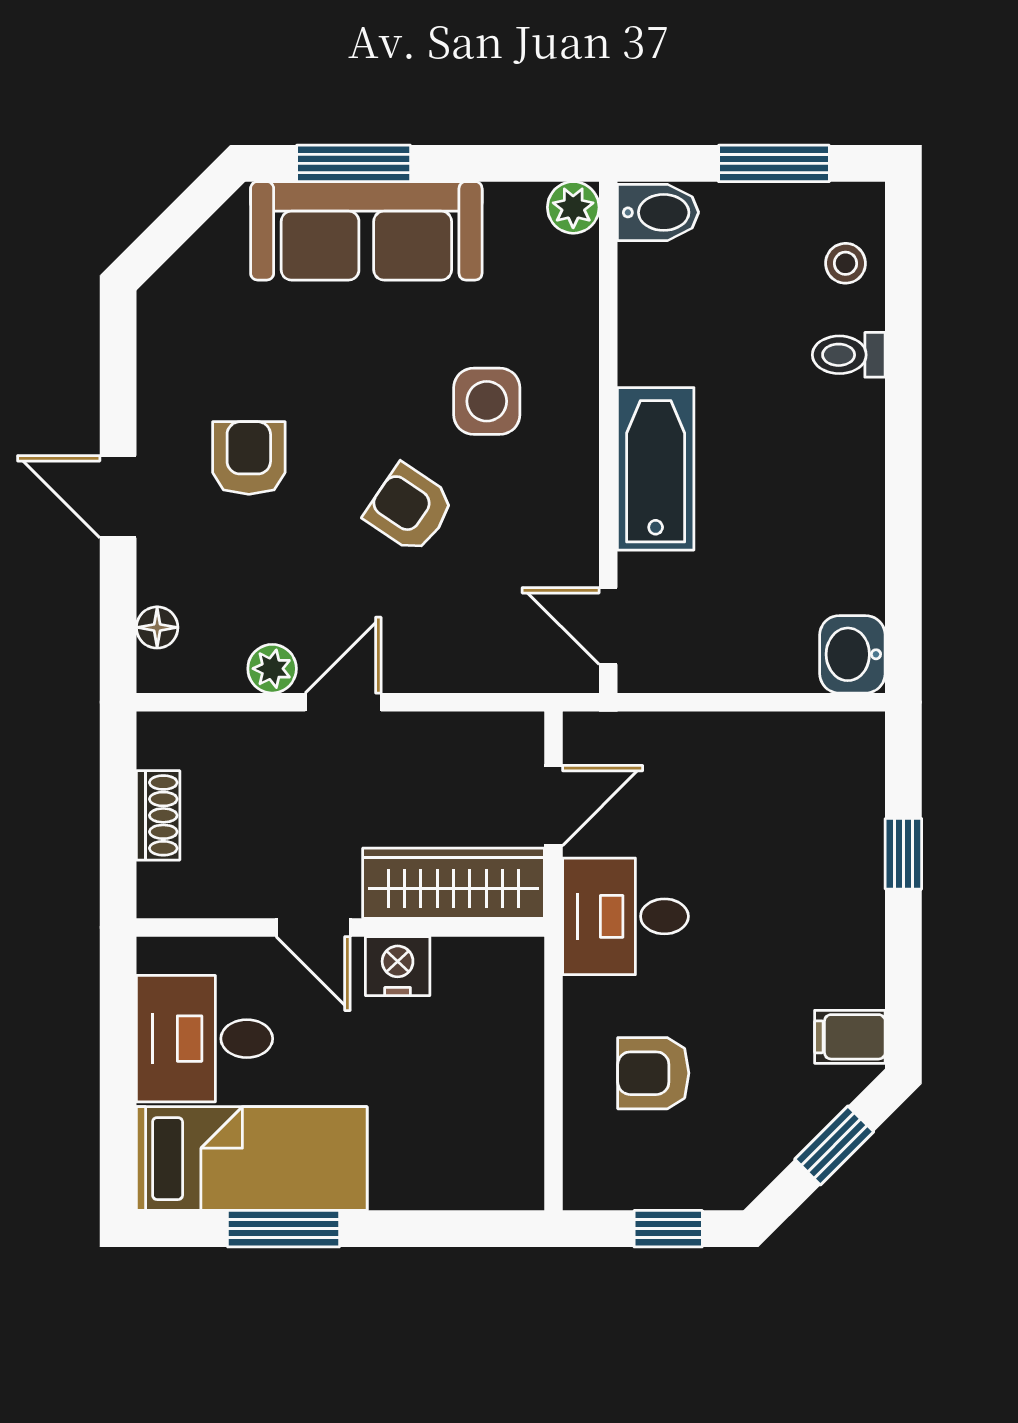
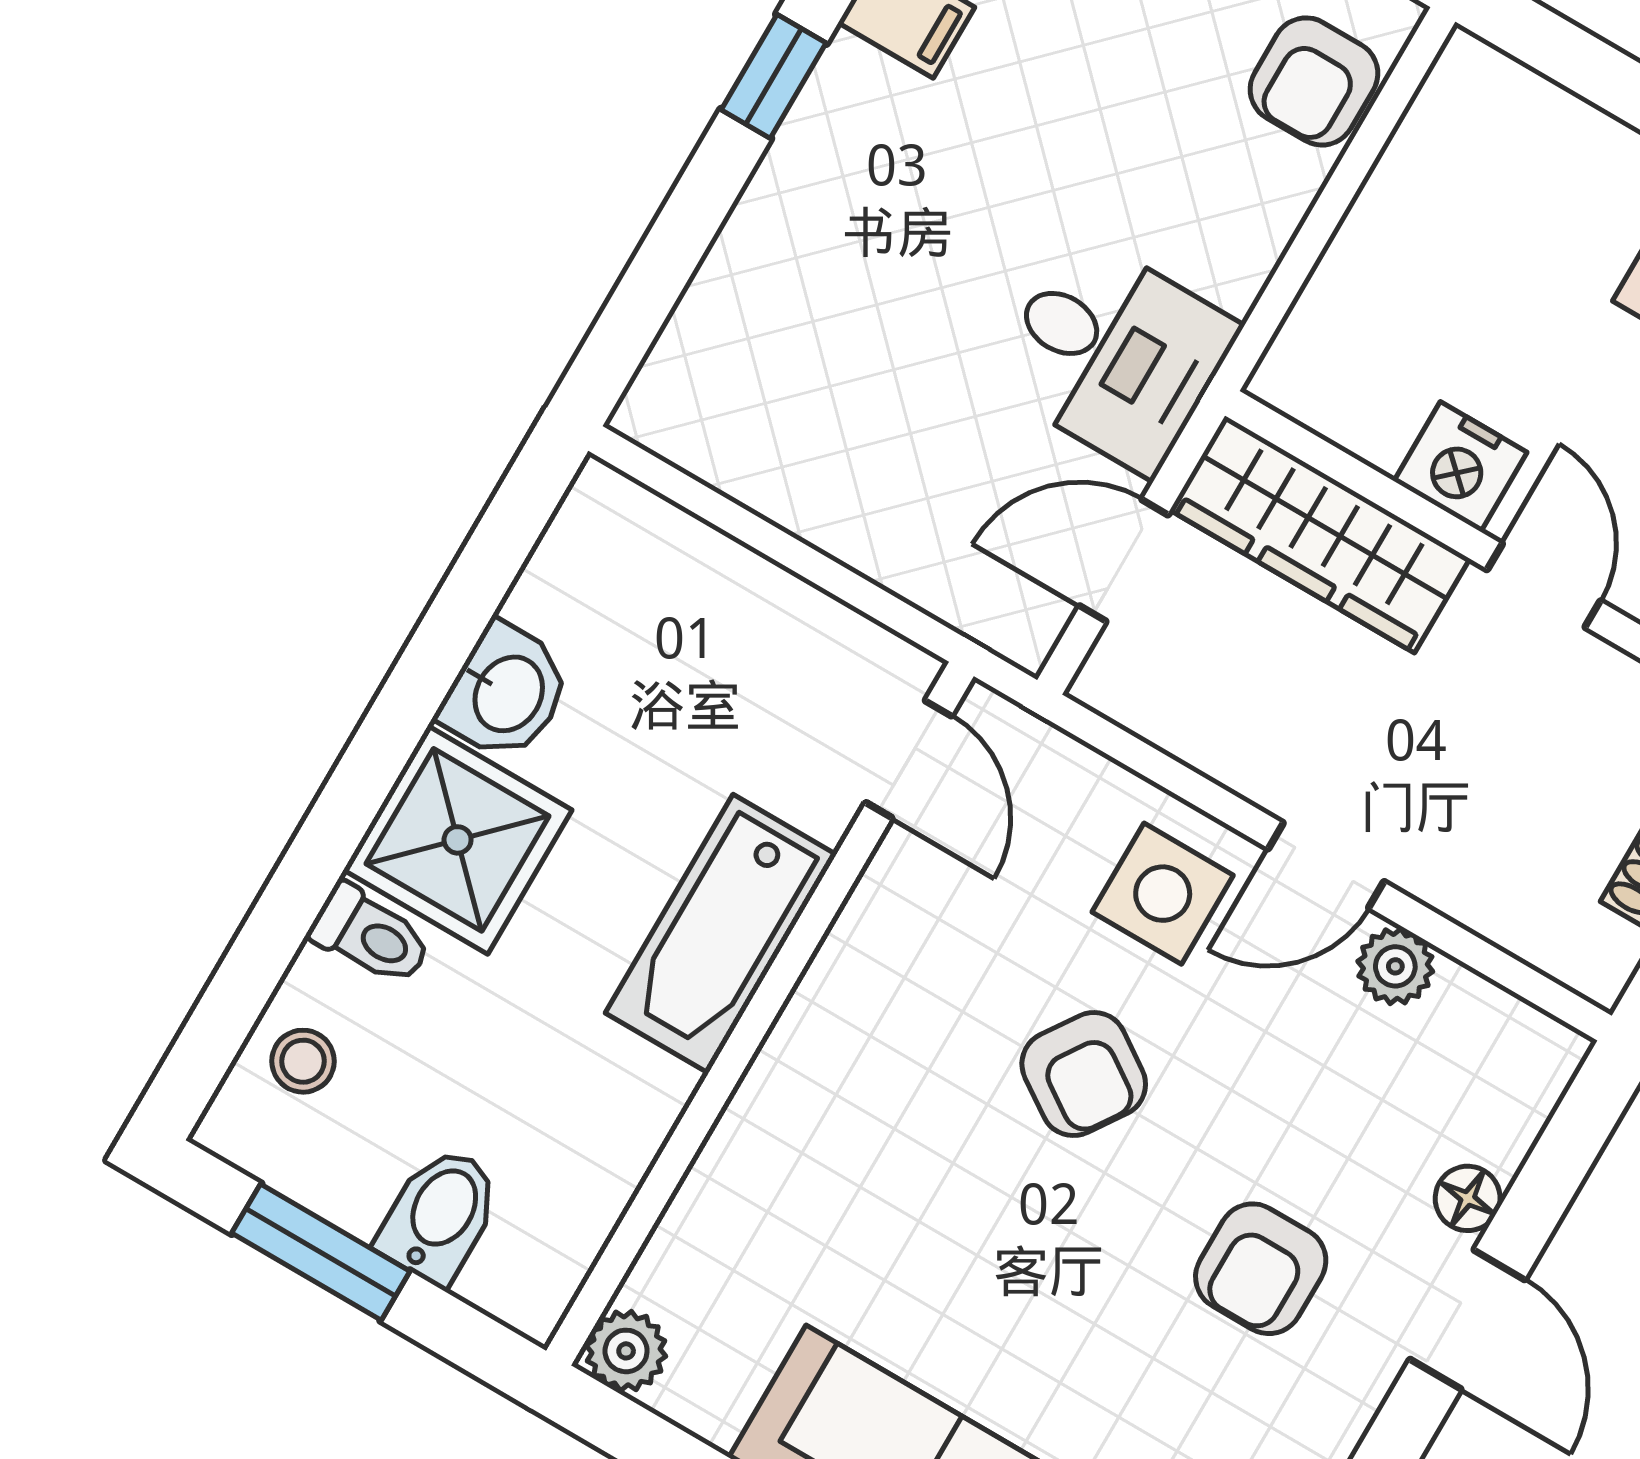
bidet: (658, 212) -> (440, 1215), moved, turned 90
side table: (487, 401) -> (1163, 894), moved
shower: (832, 436) -> (458, 840), added
floor lamp: (157, 627) -> (1468, 1198), moved
washbasin: (852, 654) -> (506, 692), moved
window: (903, 854) -> (774, 76), moved
armchair: (653, 1073) -> (1314, 81), moved, turned 90

